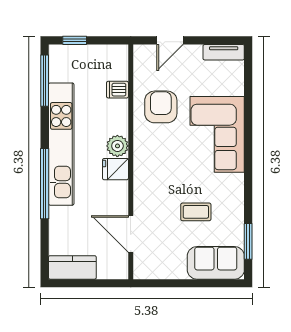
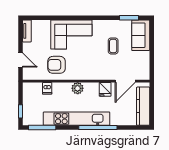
fridge: (115, 169) -> (105, 89), moved
kitchen counter: (72, 267) -> (143, 106), width x1.50

